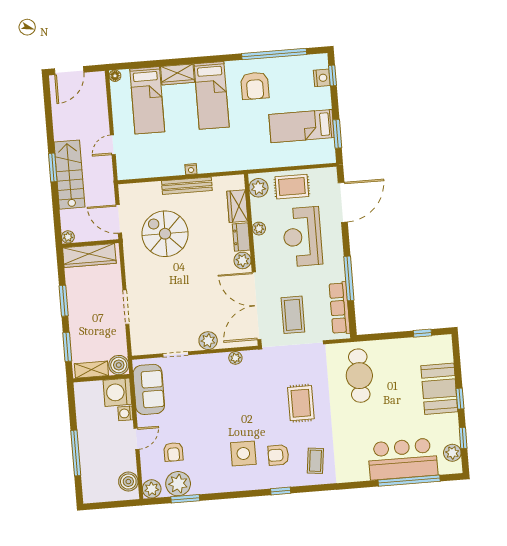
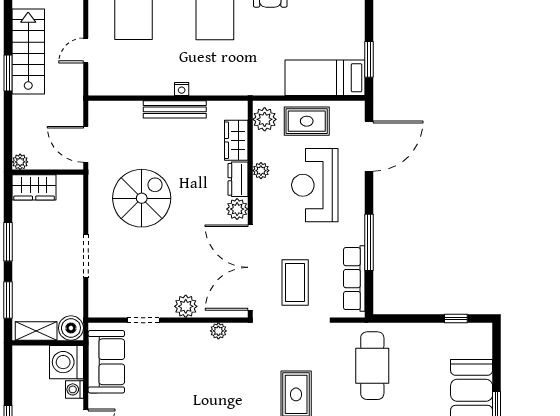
bed: (302, 126) -> (325, 78), moved
stairs: (69, 175) -> (28, 51), moved
spiral stairs: (165, 234) -> (142, 198), moved, turned 90
wardrobe: (89, 256) -> (34, 187), width x0.67

